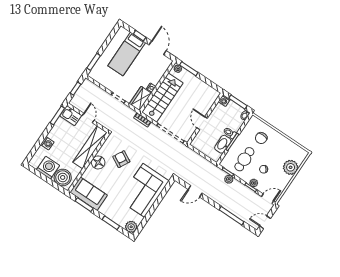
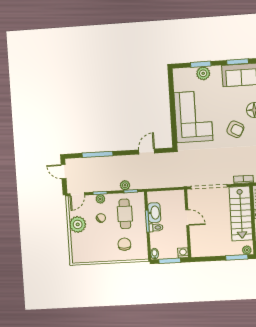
plant: (291, 167) -> (78, 224), moved
door: (265, 222) -> (64, 172), swing flipped
plant: (131, 227) -> (203, 73), moved

